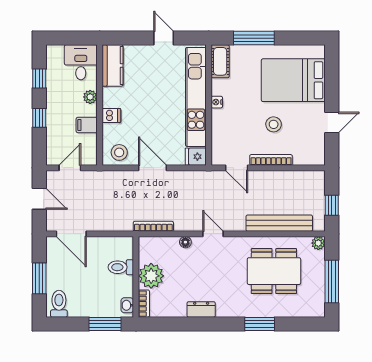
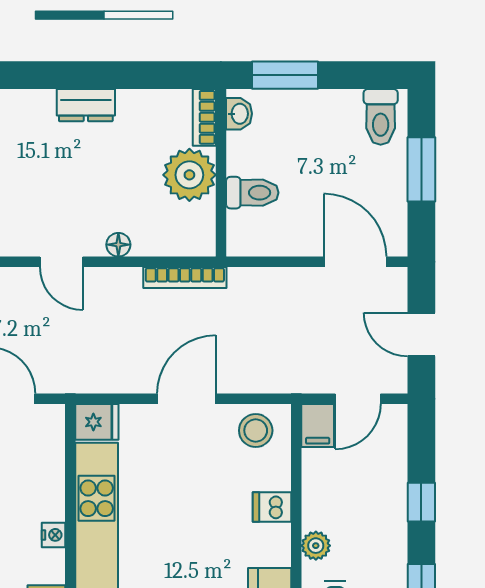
filing cabinet: (87, 125) -> (318, 426), moved, turned 90
door: (153, 168) -> (186, 399), swing flipped

